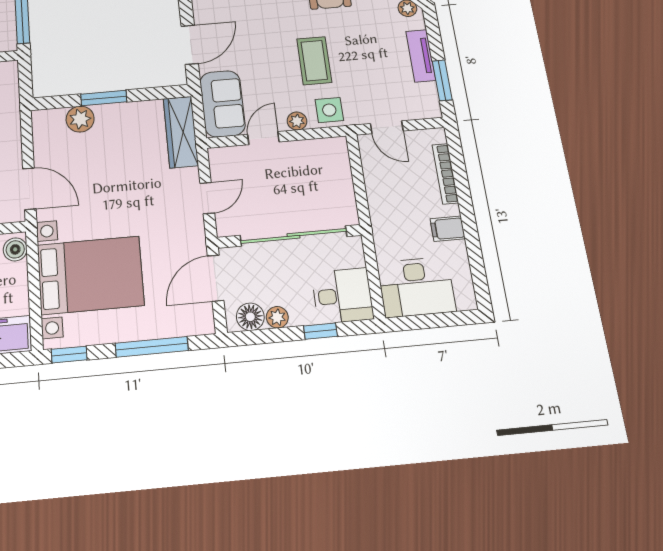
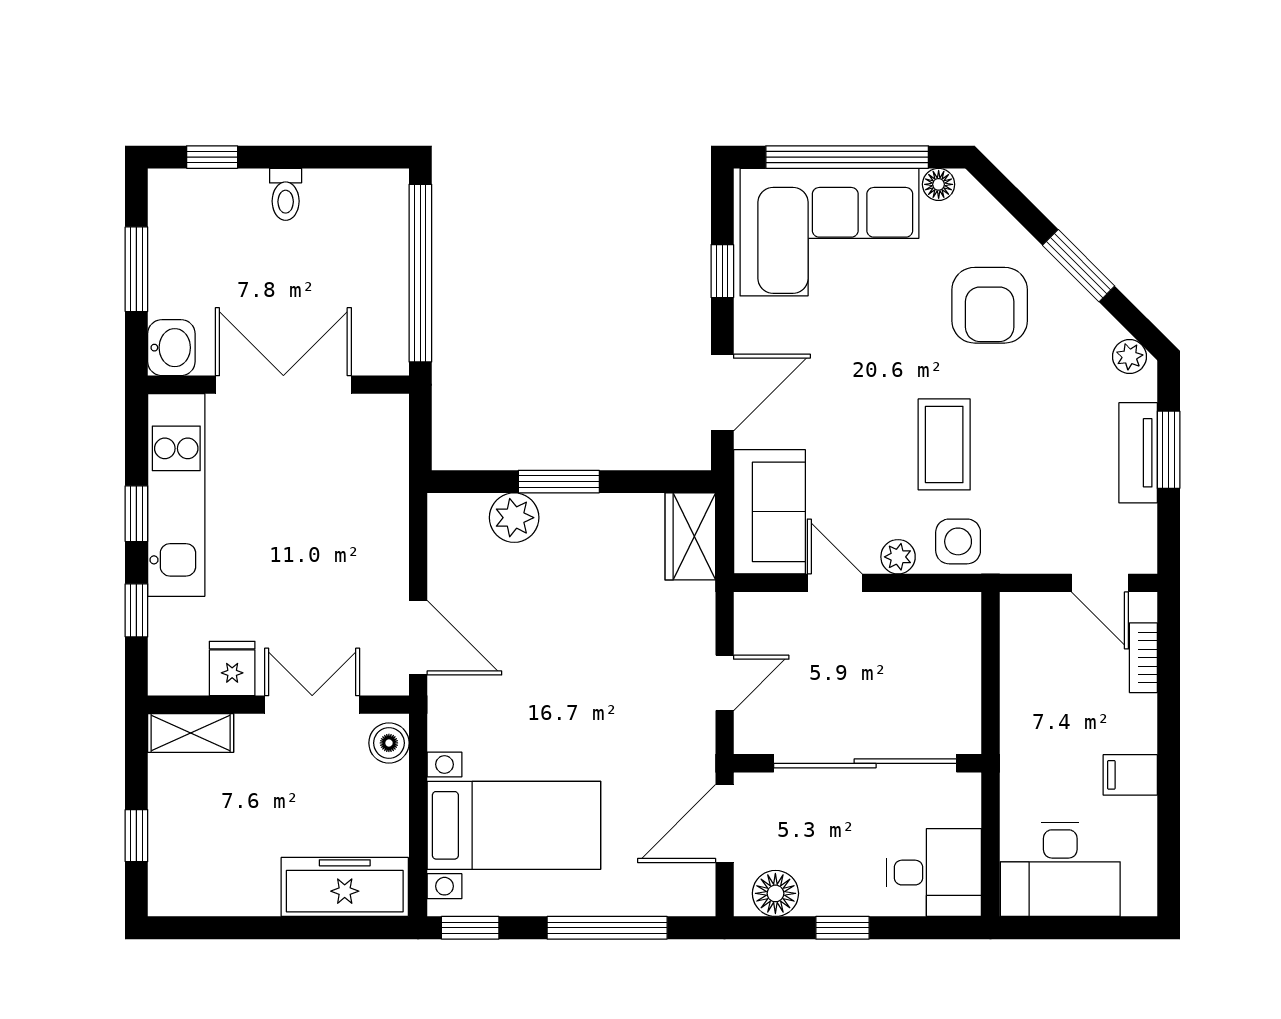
window: (442, 80) -> (1169, 450), moved
door: (387, 127) -> (1100, 583), moved
wardrobe: (181, 132) -> (690, 536), width x0.67
door: (263, 138) -> (835, 583), hinge flipped
bookcase: (445, 174) -> (1143, 658), width x0.64
bed with nightstands: (90, 275) -> (514, 825), width x0.73
plant: (277, 317) -> (820, 898), removed
window: (321, 331) -> (843, 928), moved

